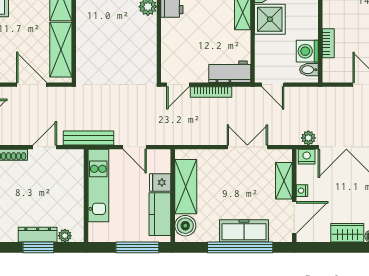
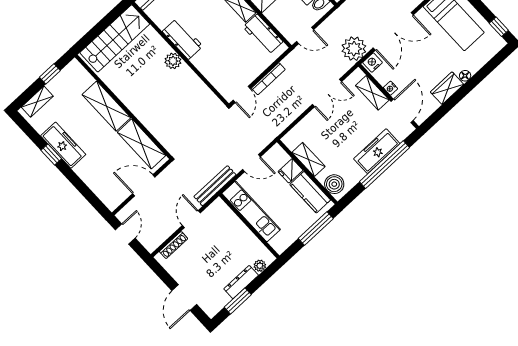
workbench: (230, 72) -> (263, 34), moved, turned -90
plant: (308, 138) -> (354, 49), width x1.88, depth x1.88
double door: (247, 147) -> (327, 93), swing flipped
shelving: (186, 187) -> (308, 159), width x0.67, depth x0.75
window: (38, 247) -> (238, 301), moved

